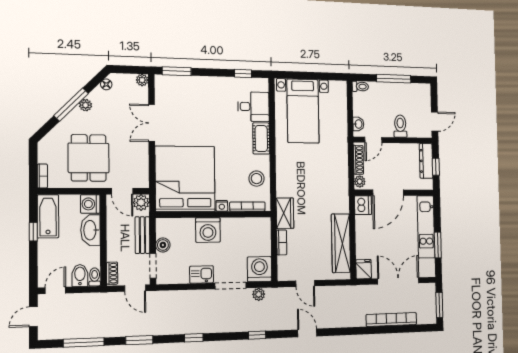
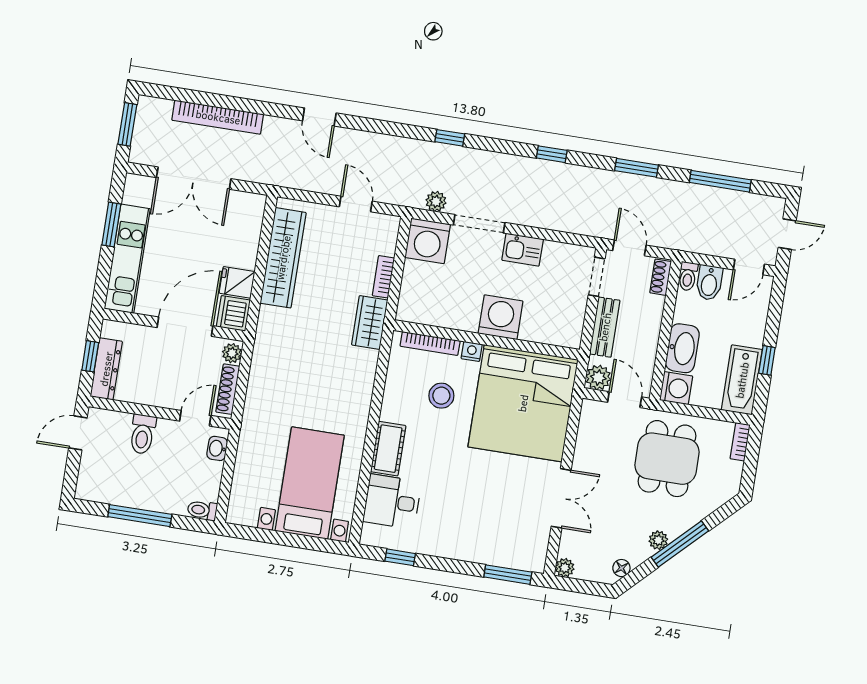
stool: (257, 179) -> (441, 396), moved
boiler: (163, 245) -> (576, 306), removed
fridge: (364, 269) -> (237, 282), moved, turned 90
door: (307, 333) -> (319, 117), moved

